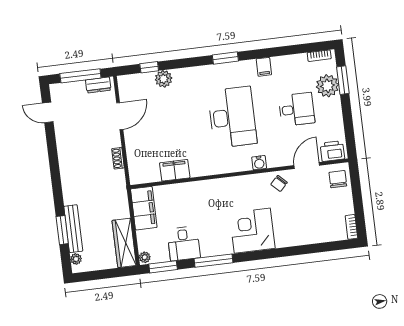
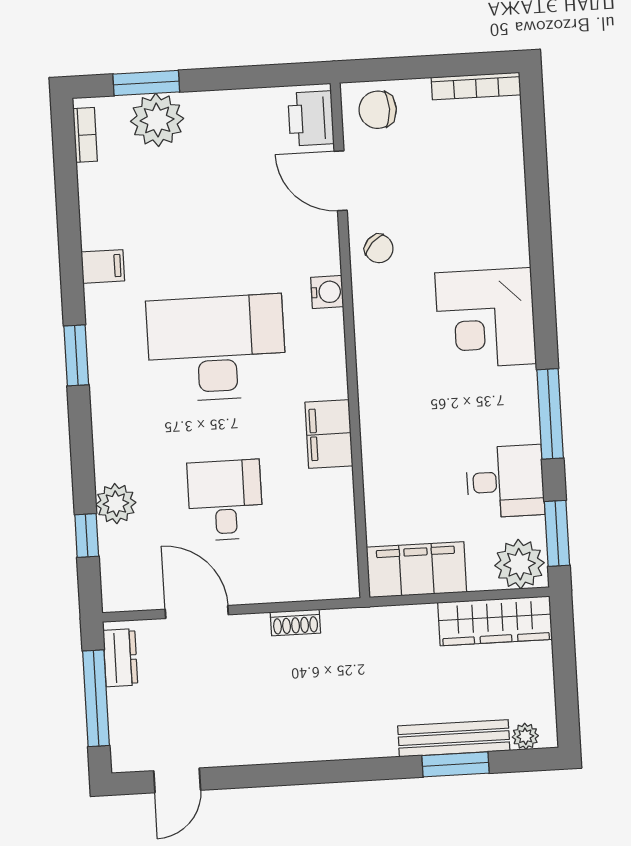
desk: (297, 109) -> (225, 500), moved
filing cabinet: (175, 170) -> (329, 434), moved
bookcase: (351, 227) -> (476, 86), width x1.56
plant: (145, 257) -> (519, 564), width x1.88, depth x1.88

